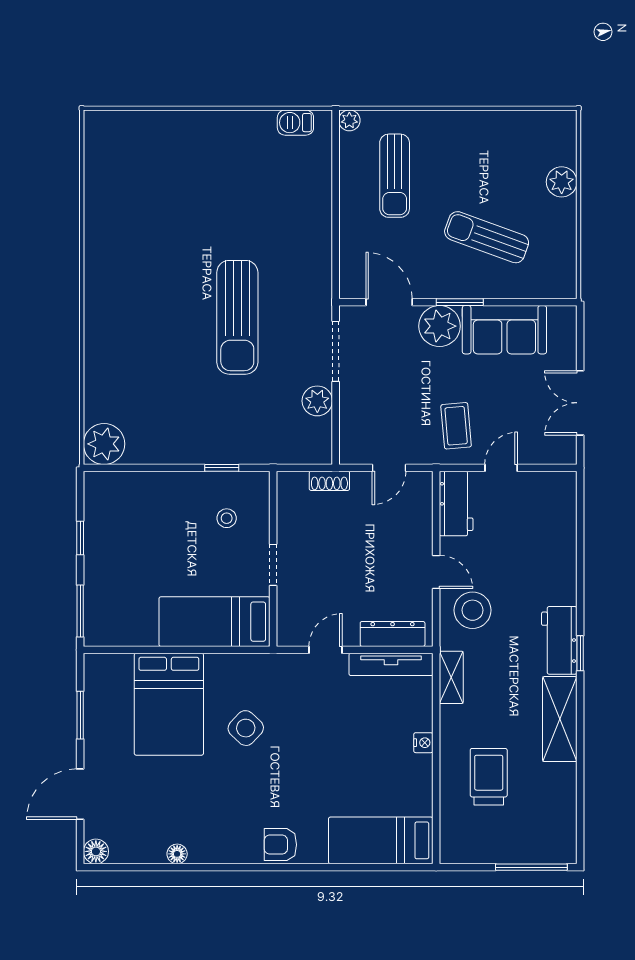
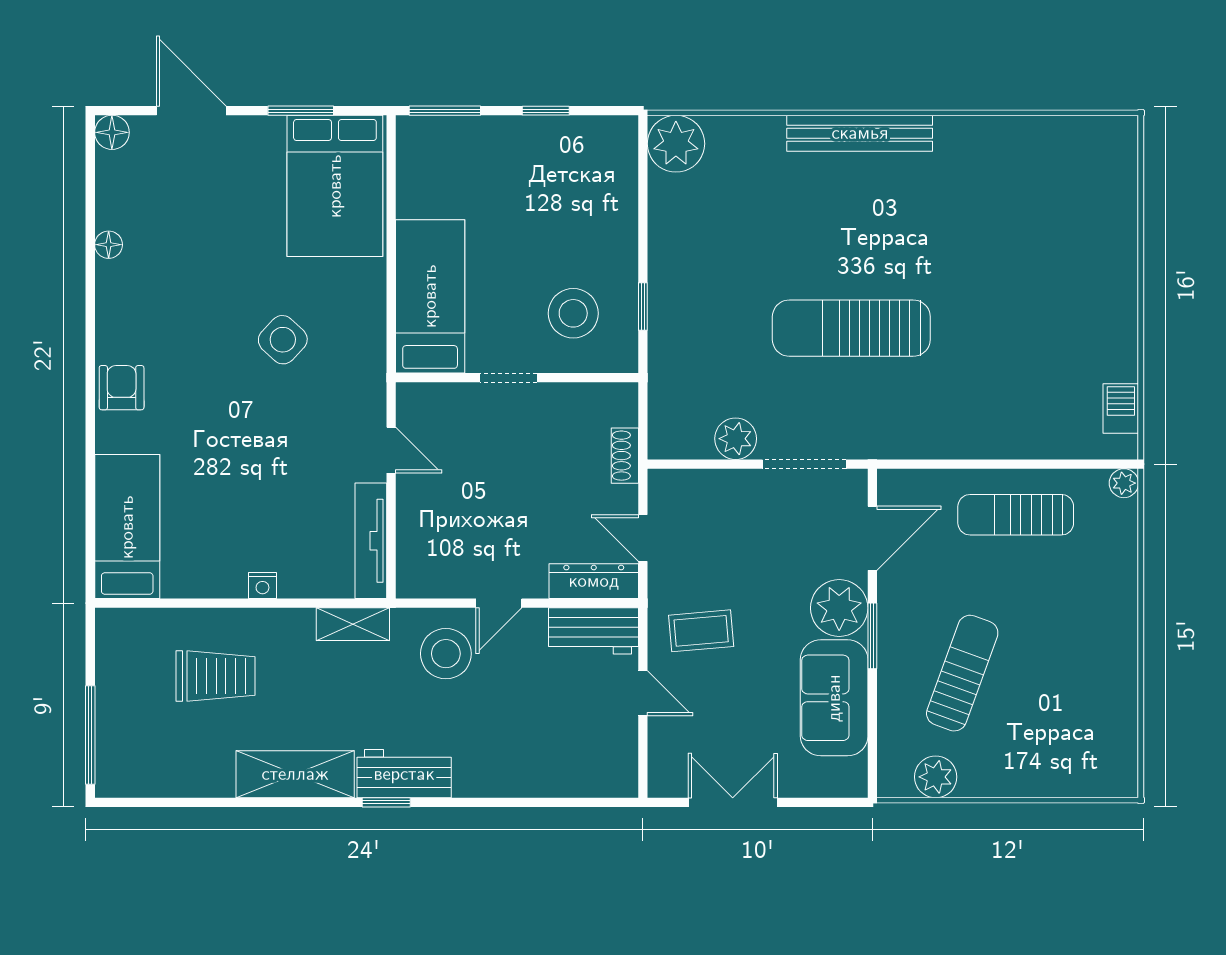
sun lounger: (395, 176) -> (1016, 515), moved
plant: (562, 182) -> (936, 777), moved
bench: (97, 311) -> (860, 133), added
stool: (227, 518) -> (573, 313), width x1.89, depth x1.89
dresser: (393, 634) -> (594, 581), moved, turned -90
bed: (169, 704) -> (335, 186), moved, turned -90

